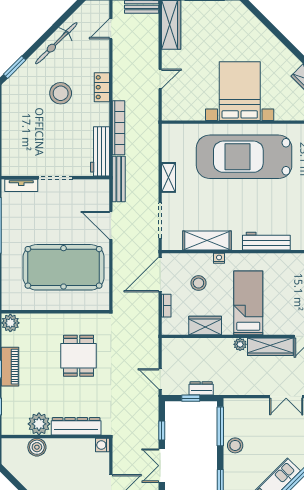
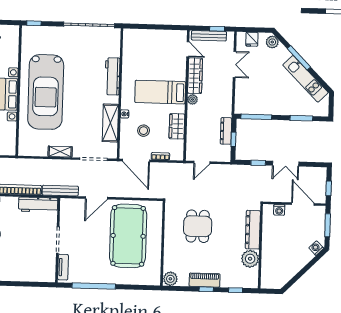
dining table: (79, 356) -> (198, 226), turned 90
door: (160, 379) -> (202, 162), moved
dresser: (201, 388) -> (226, 131), width x1.44
washing machine: (102, 445) -> (279, 210), moved
stool: (235, 445) -> (272, 106), removed
boiler: (37, 447) -> (268, 261), removed

